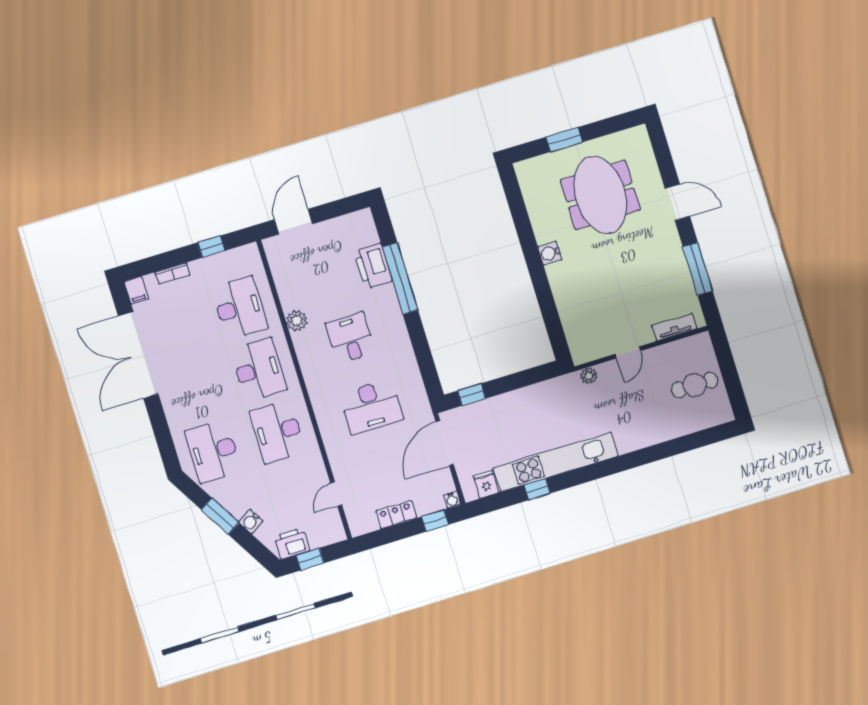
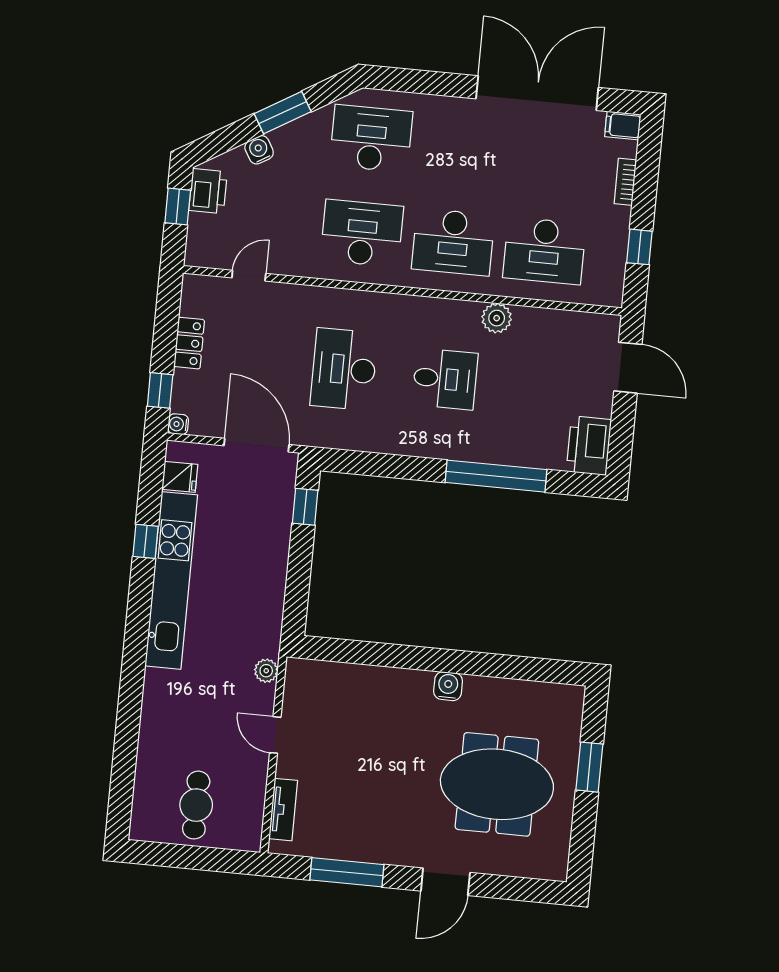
printer: (373, 266) -> (589, 446), moved, turned -90
door: (336, 494) -> (249, 276), hinge flipped

